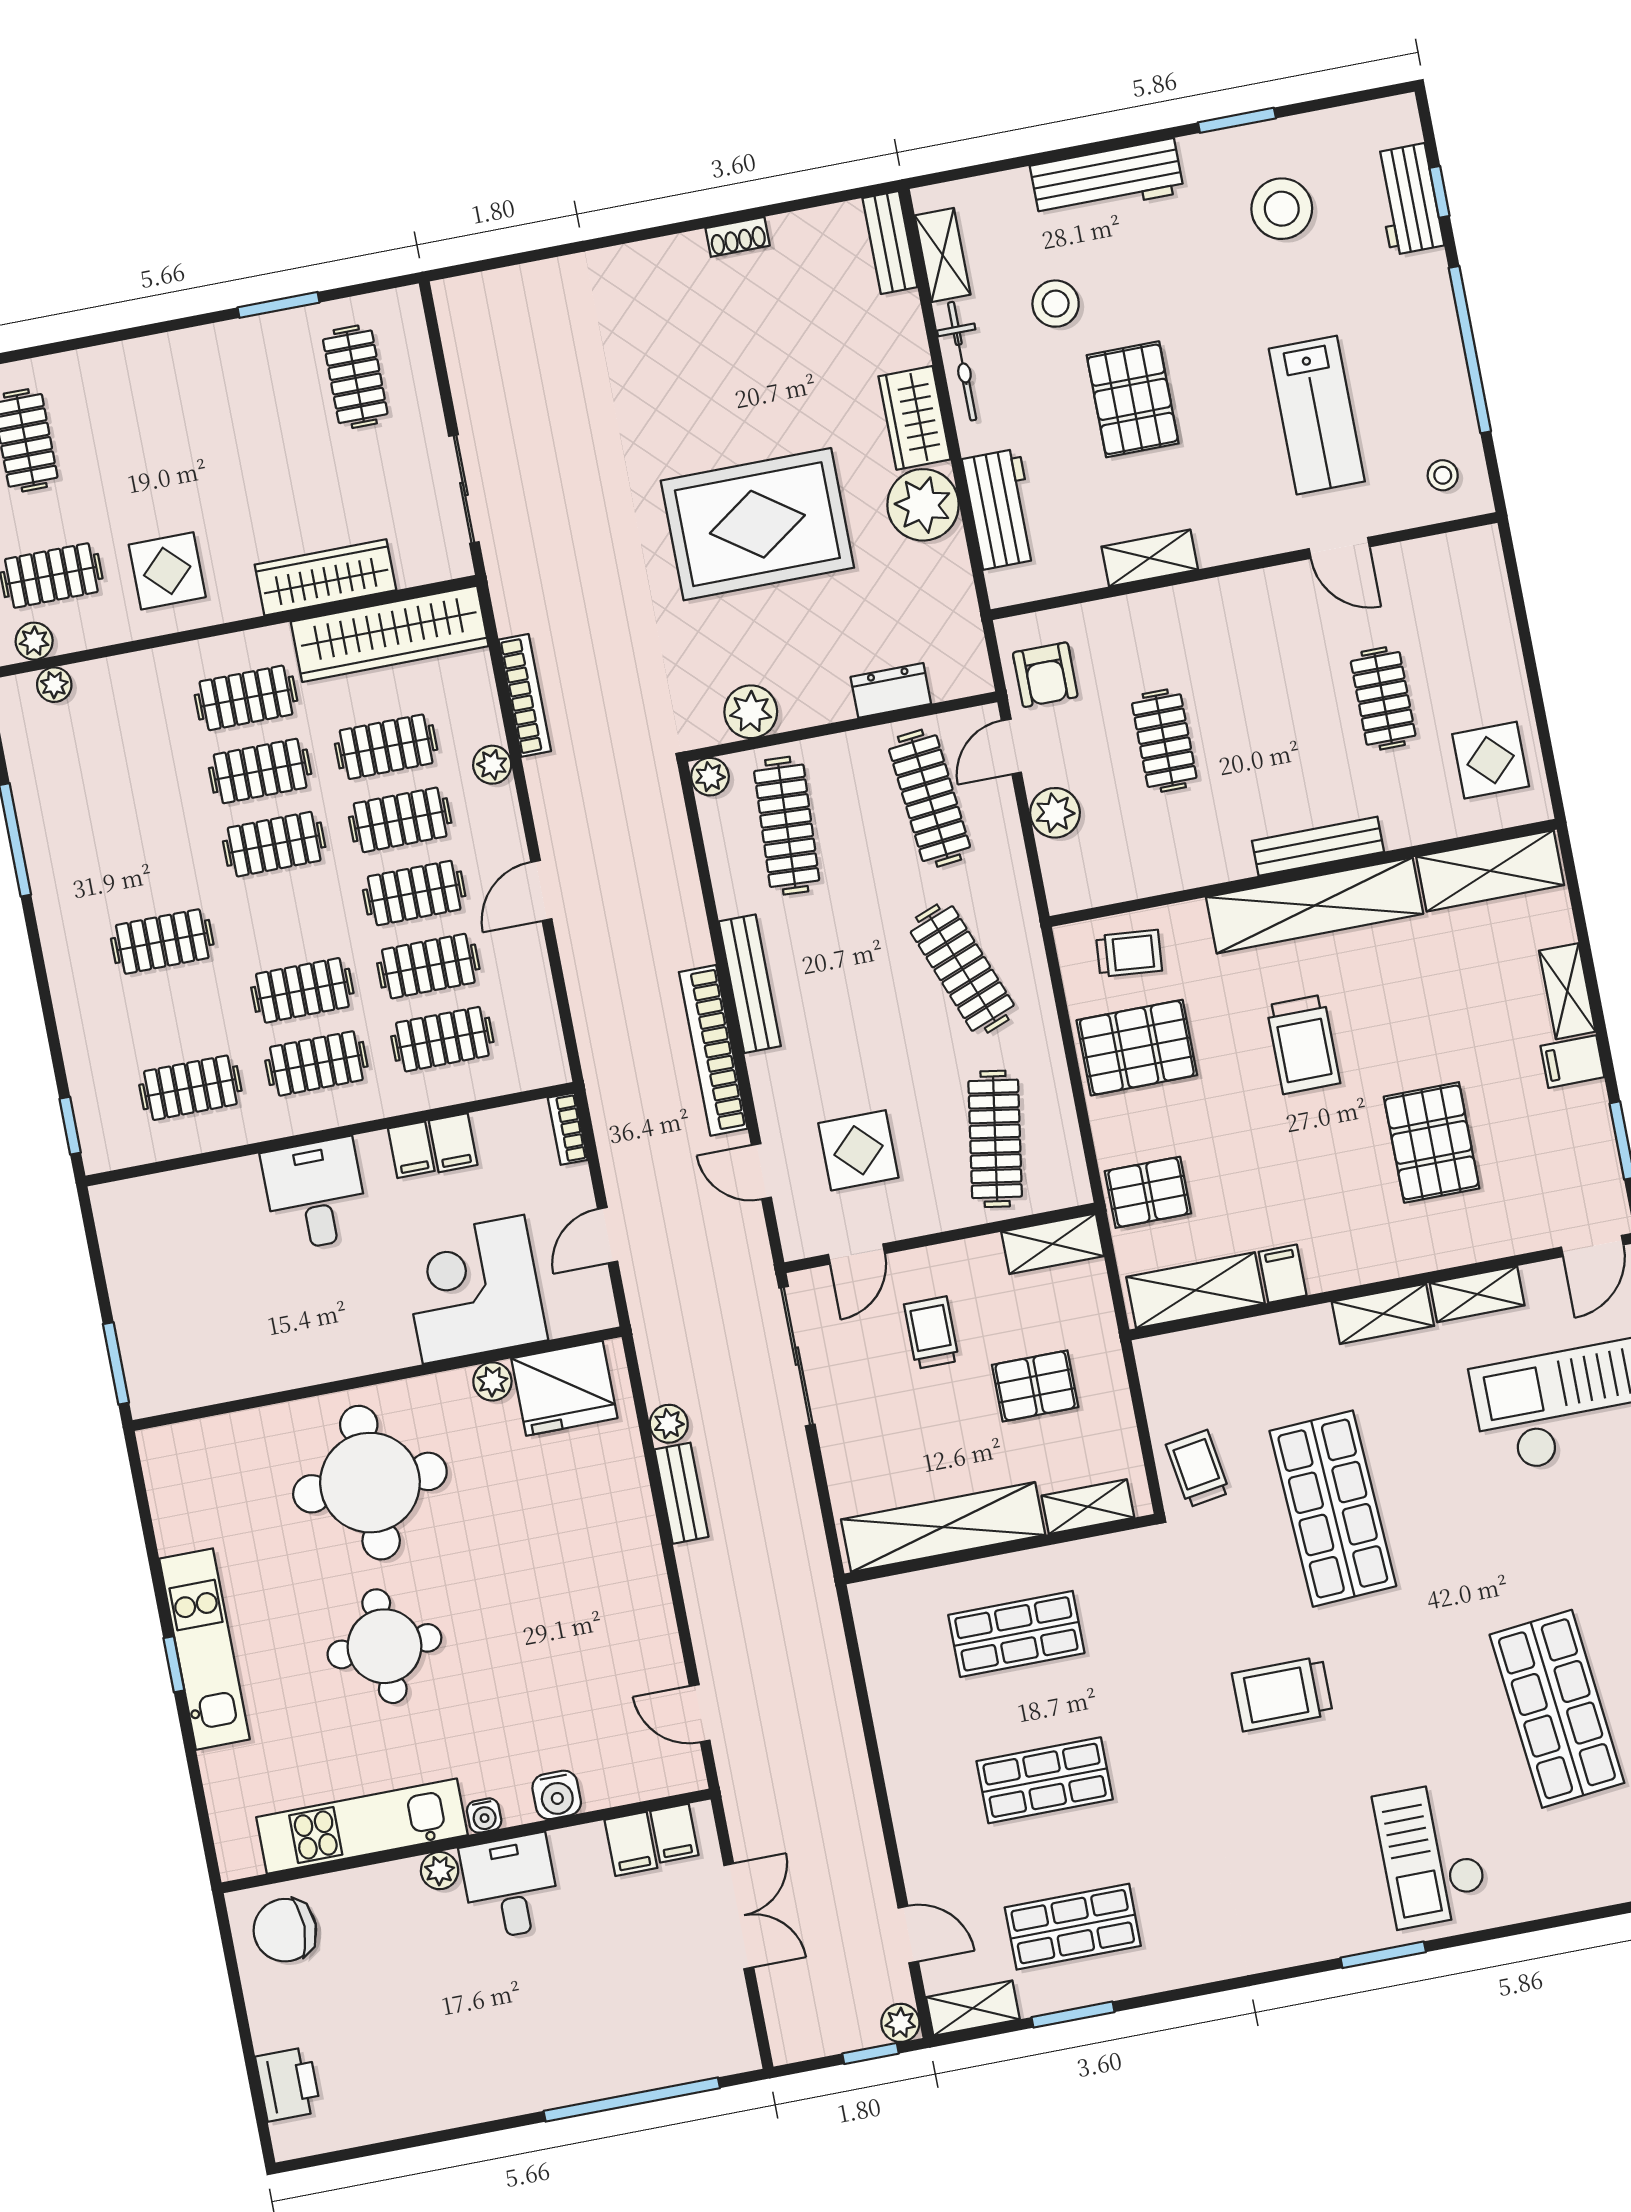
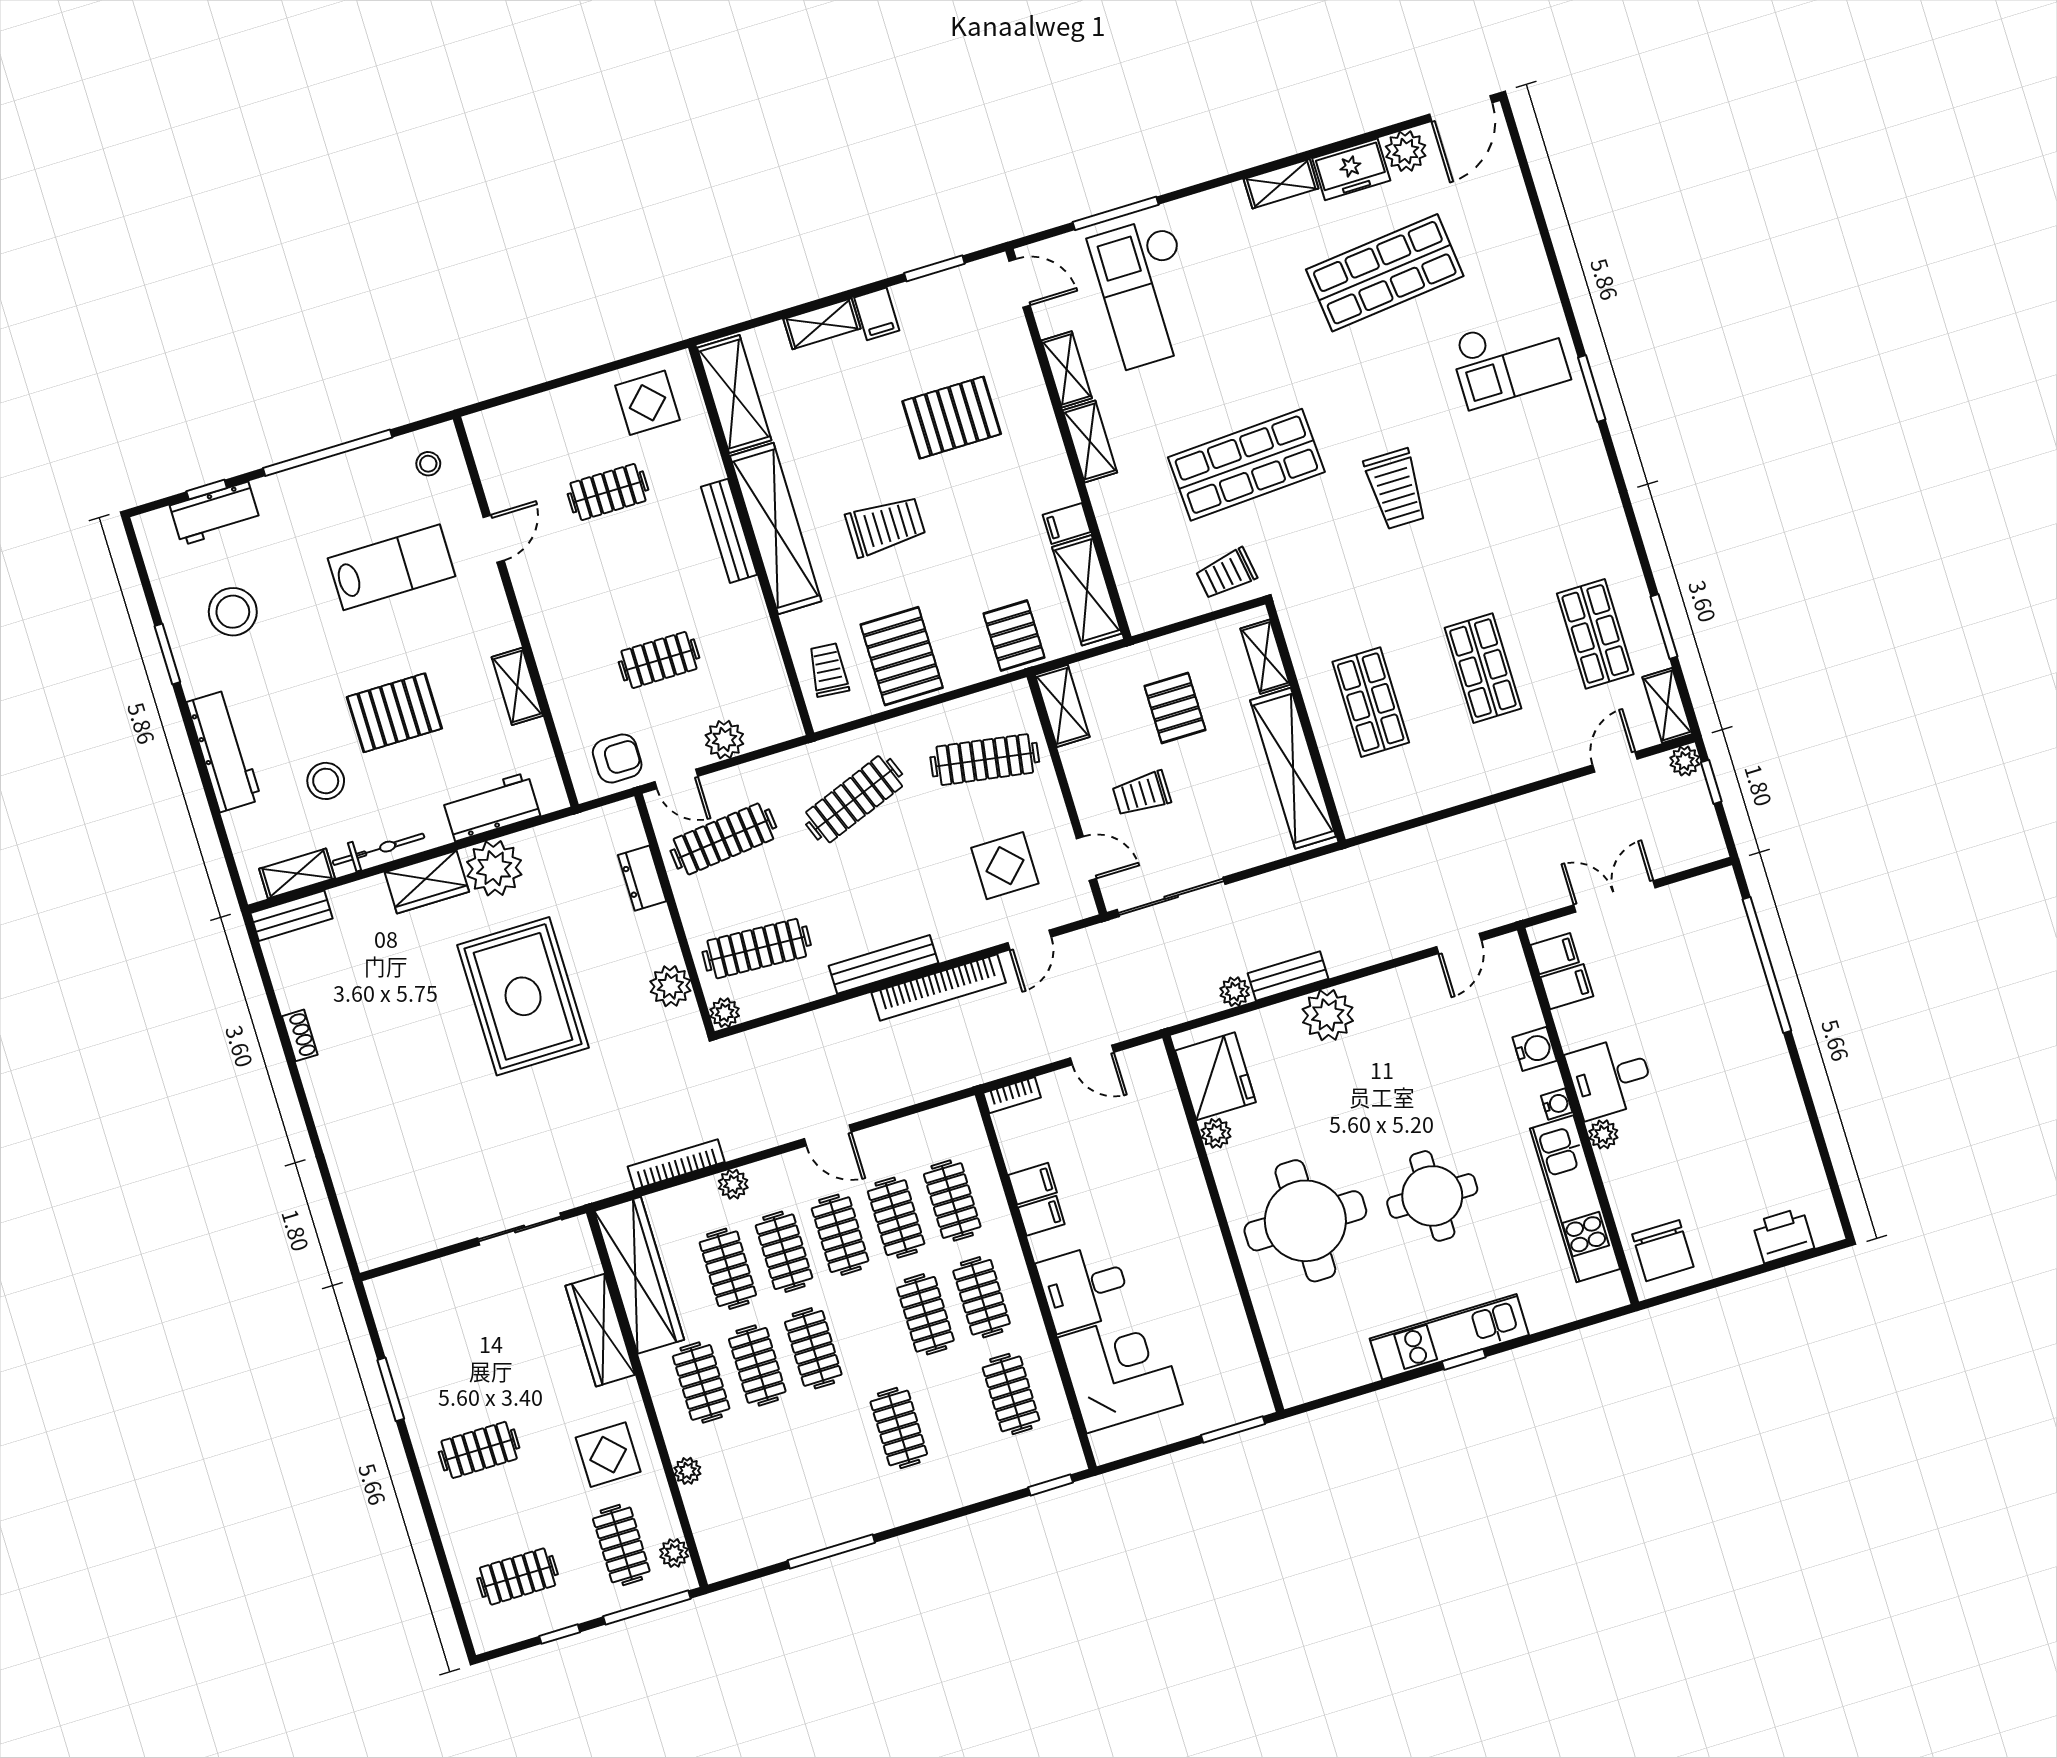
clothes rail: (355, 377) -> (479, 1450), moved
plant: (54, 685) -> (687, 1471), moved
corner desk: (474, 1289) -> (1120, 1371), moved, turned 180
plant: (627, 1538) -> (1328, 1015), added

